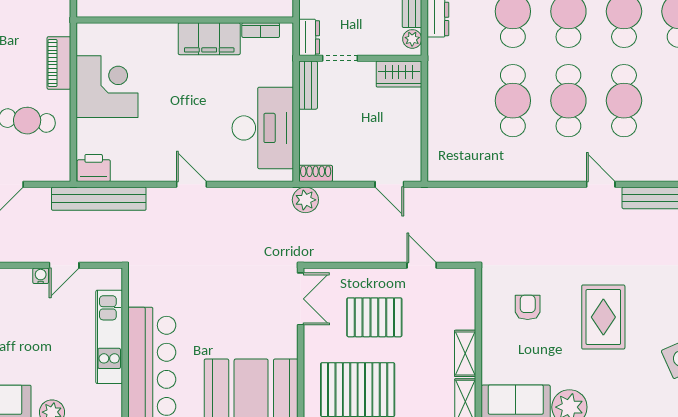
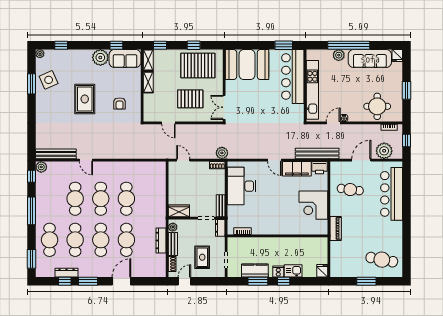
filing cabinet: (209, 39) -> (297, 169), moved, turned 180
piano: (59, 63) -> (336, 228), moved
kitchen unit: (109, 337) -> (312, 90), width x1.36

